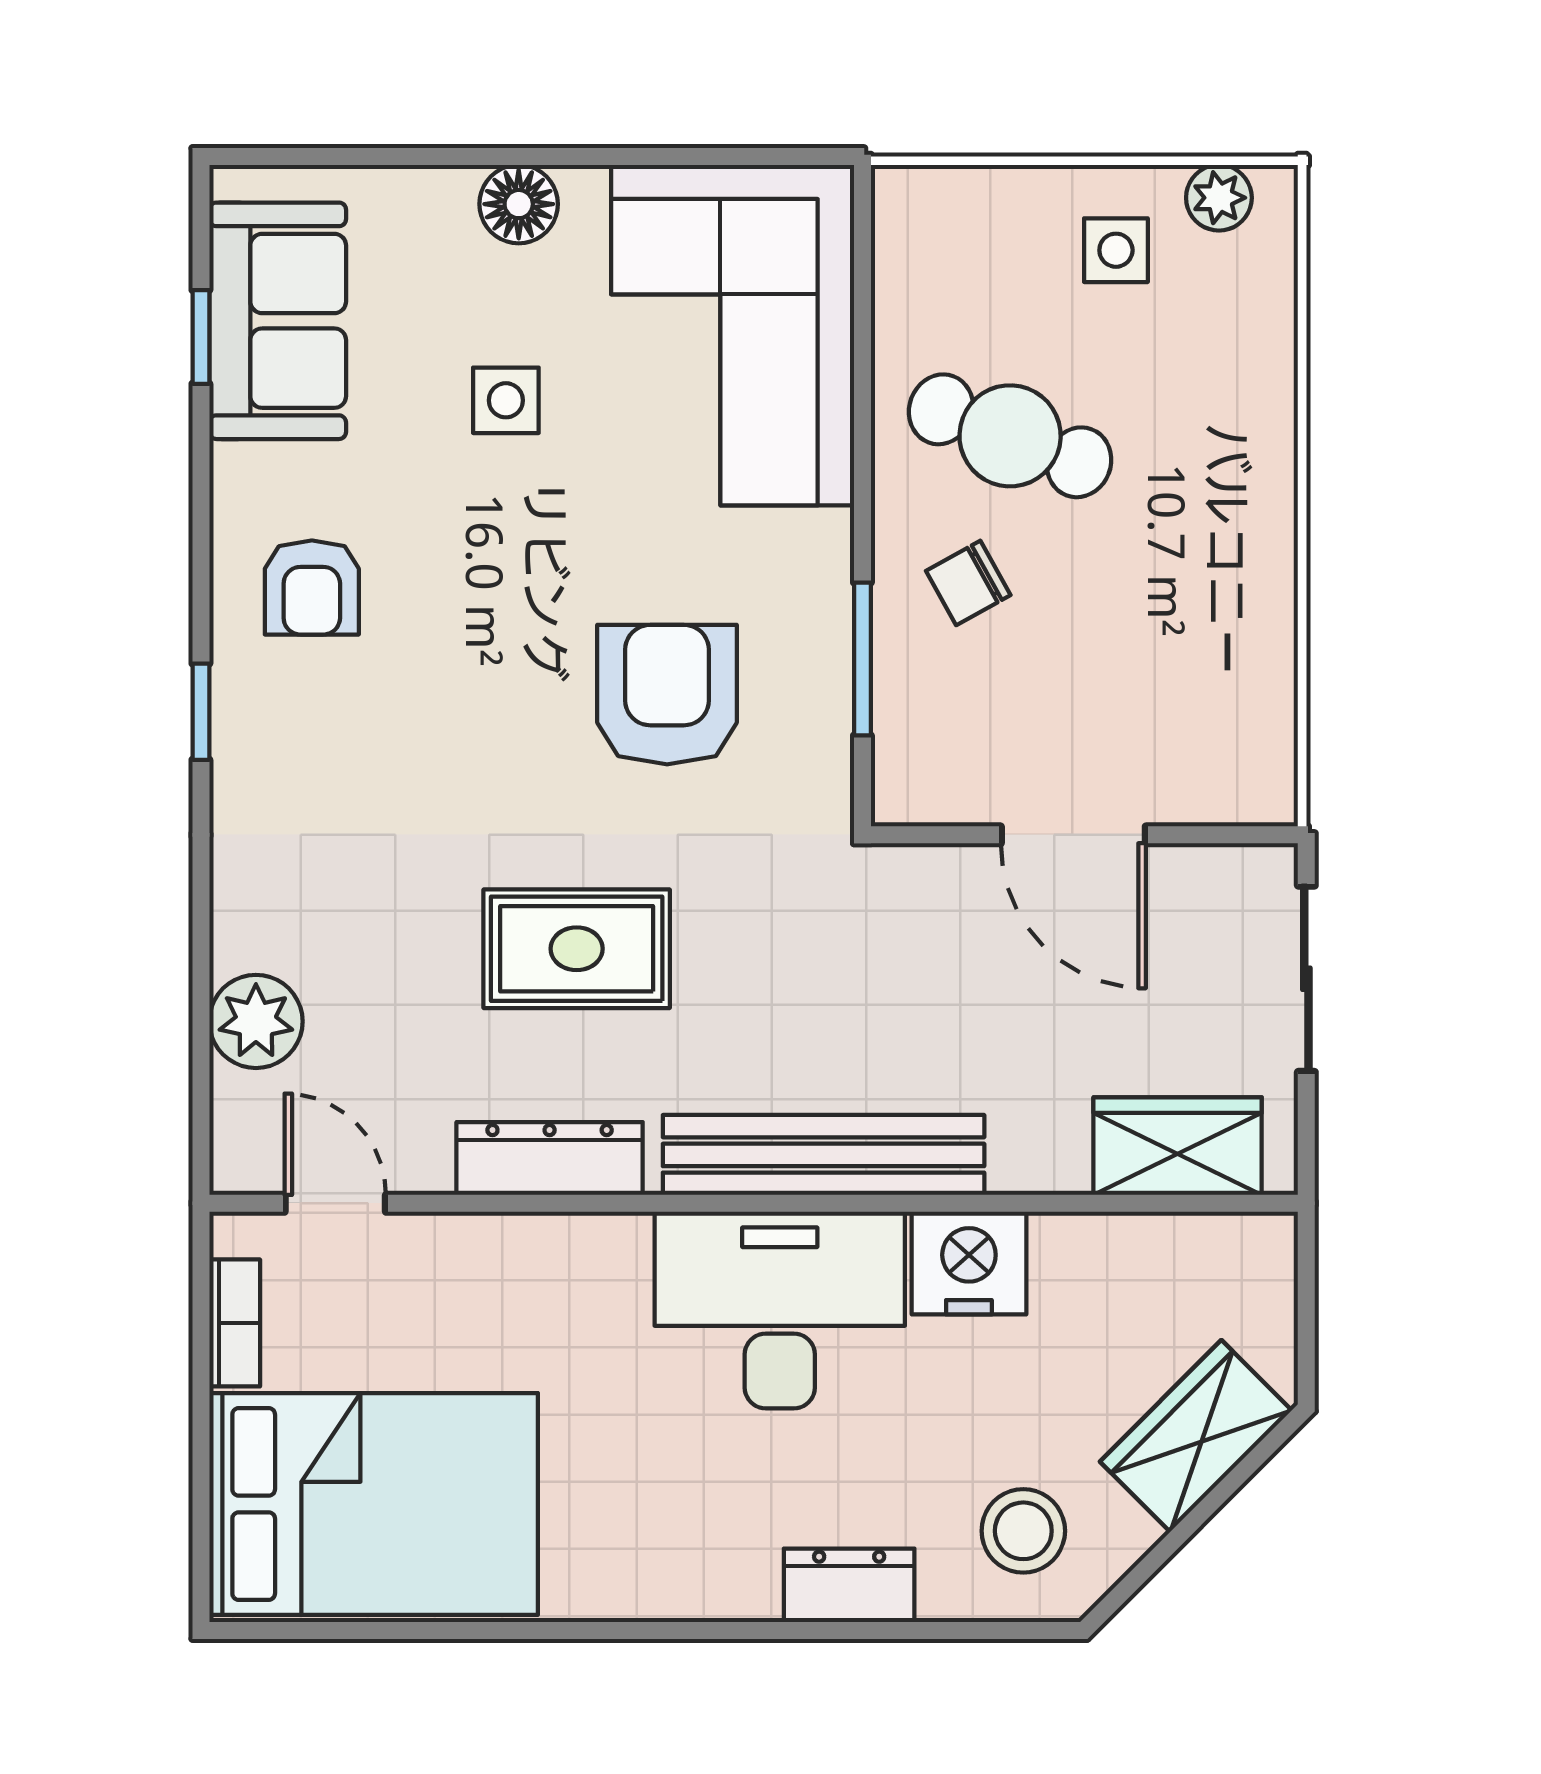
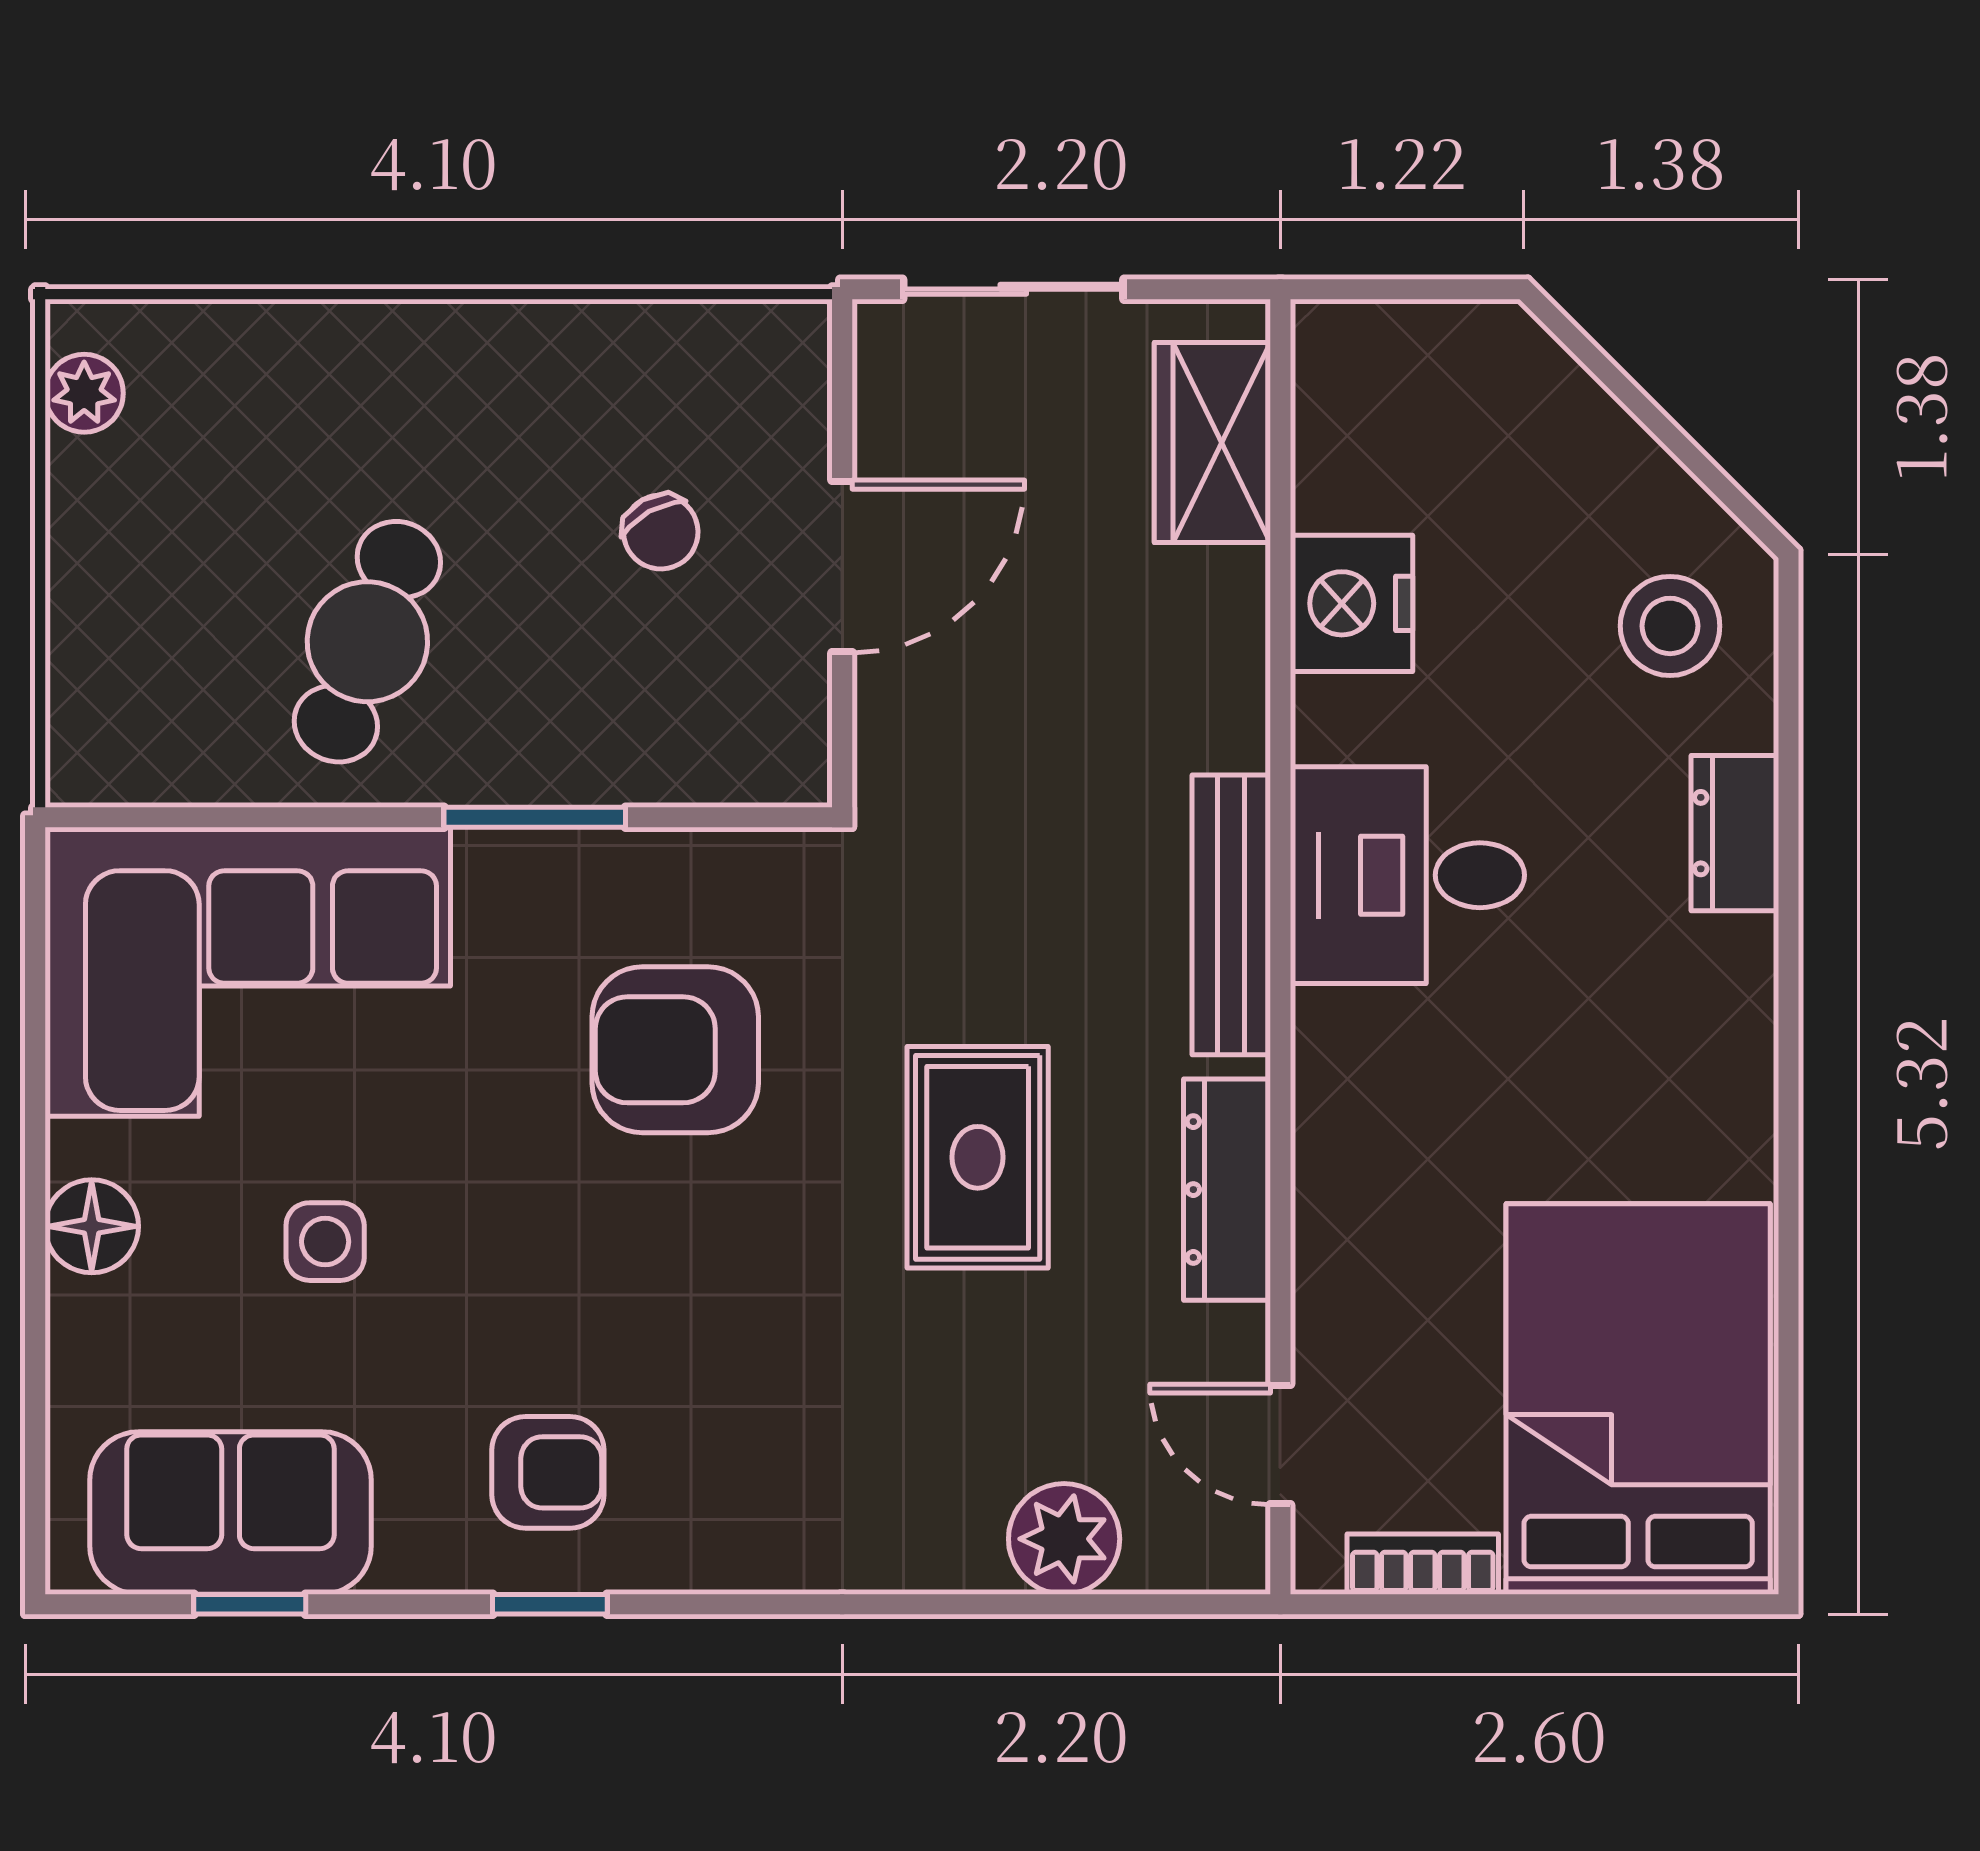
side table: (1116, 250) -> (147, 516), removed
chair: (968, 583) -> (661, 532), moved
window: (862, 659) -> (535, 817), moved
window: (201, 712) -> (550, 1604), moved
bench: (824, 1155) -> (1231, 915), width x0.73, depth x0.82
door: (335, 1203) -> (1280, 1445), hinge flipped
nightstand: (969, 1263) -> (1352, 603), moved
desk: (780, 1310) -> (1407, 875), width x0.73
wardrobe: (1196, 1436) -> (1557, 421), removed

